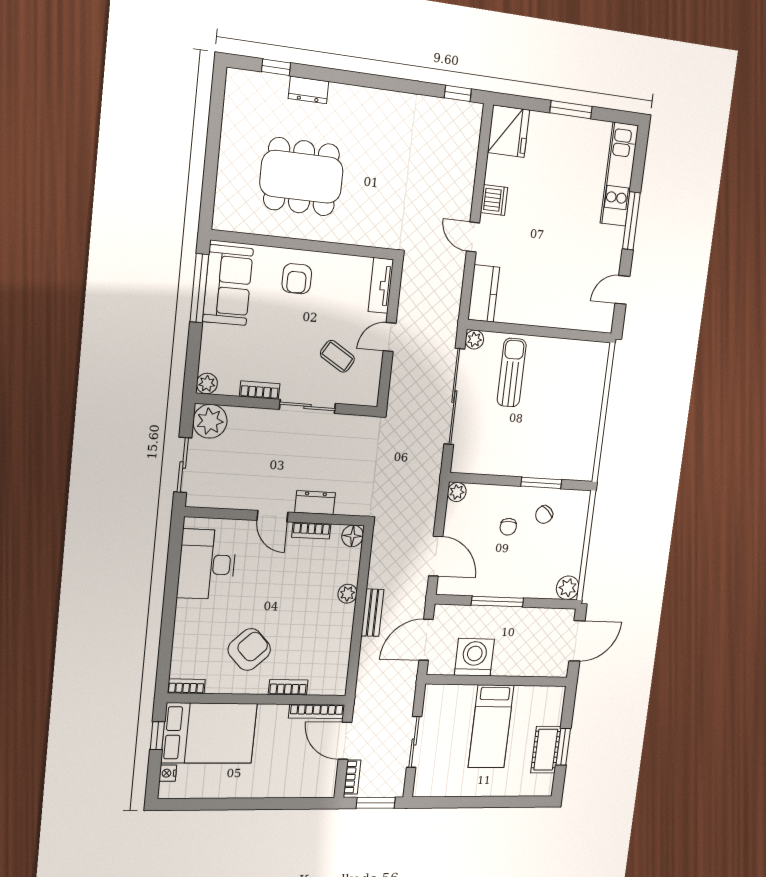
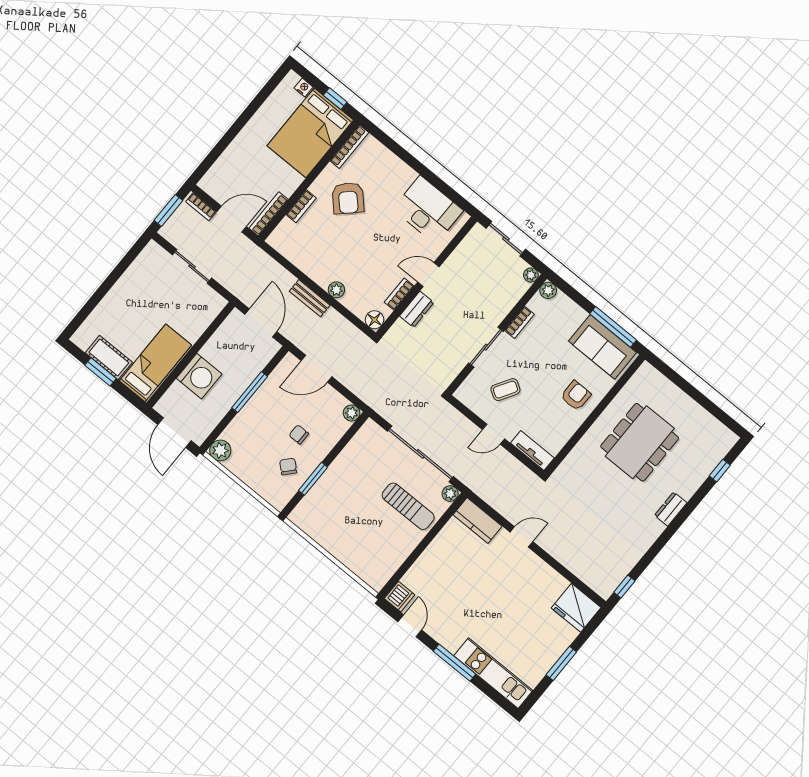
dresser: (309, 90) -> (671, 509), moved
dishwasher: (494, 200) -> (400, 597), moved, turned -90
armchair: (297, 279) -> (576, 396), turned 90
door: (390, 337) -> (493, 434), swing flipped
plant: (210, 421) -> (531, 275), width x0.53, depth x0.53
washing machine: (474, 657) -> (199, 376), moved
bookcase: (186, 686) -> (349, 147), width x1.56
bed: (491, 726) -> (155, 363), moved, turned 90

